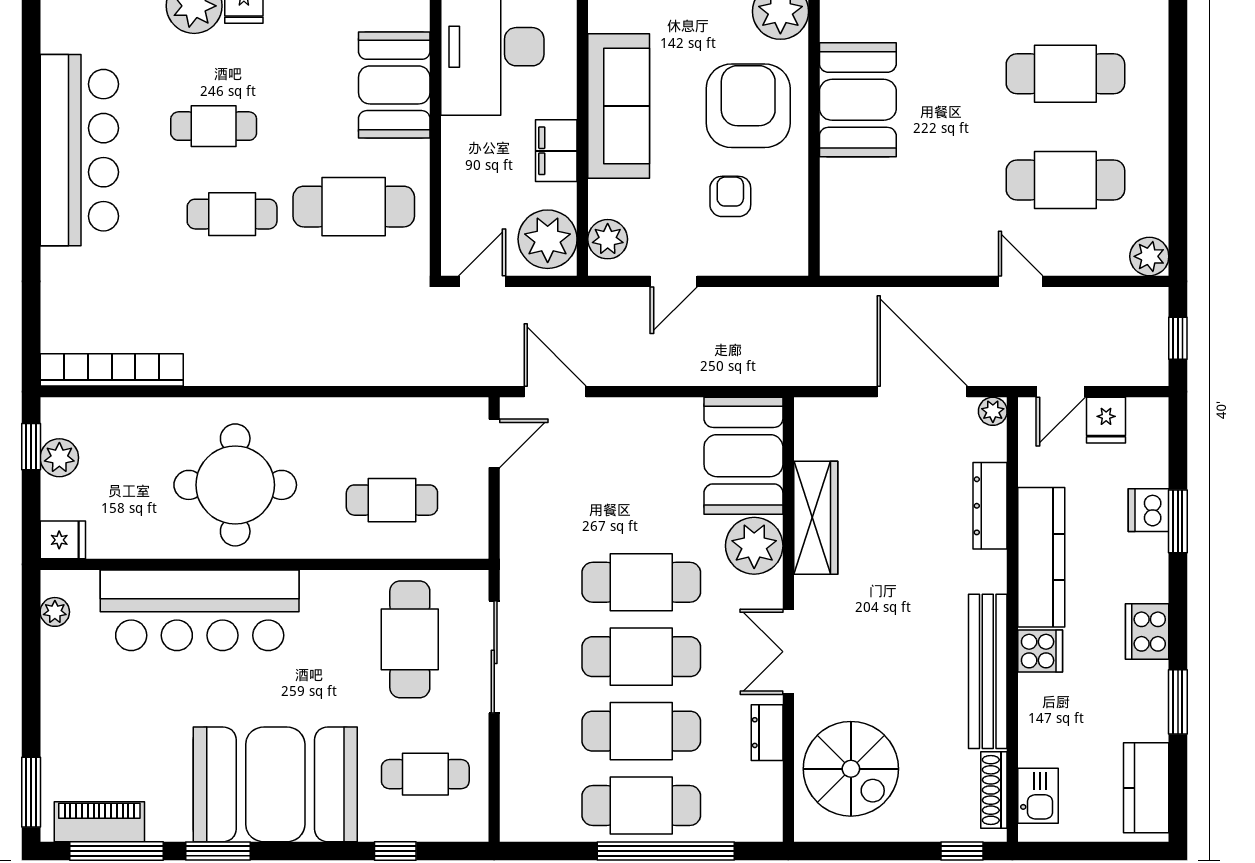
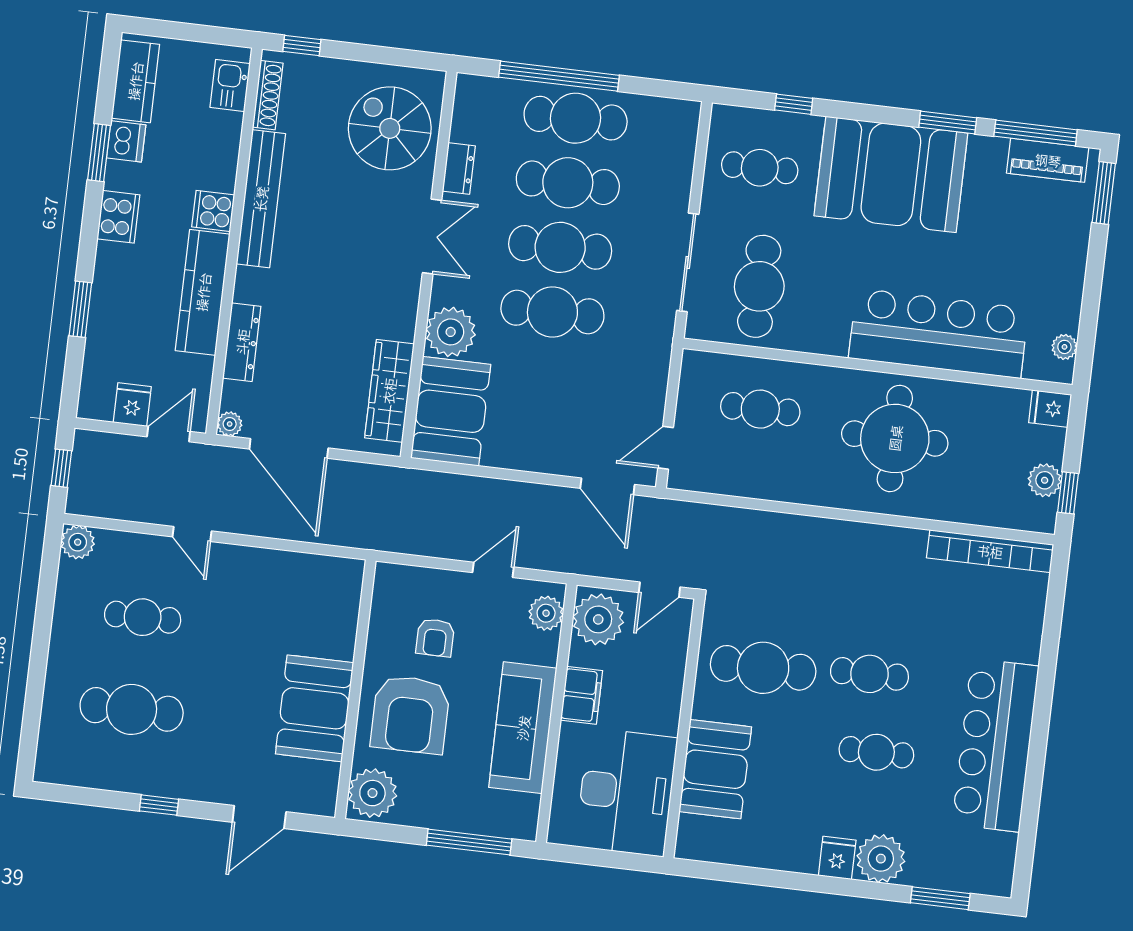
cafe table: (1065, 180) -> (143, 617), width x0.73, depth x0.74
dishwasher: (1149, 510) -> (126, 141), moved
wardrobe: (816, 518) -> (389, 391), moved

